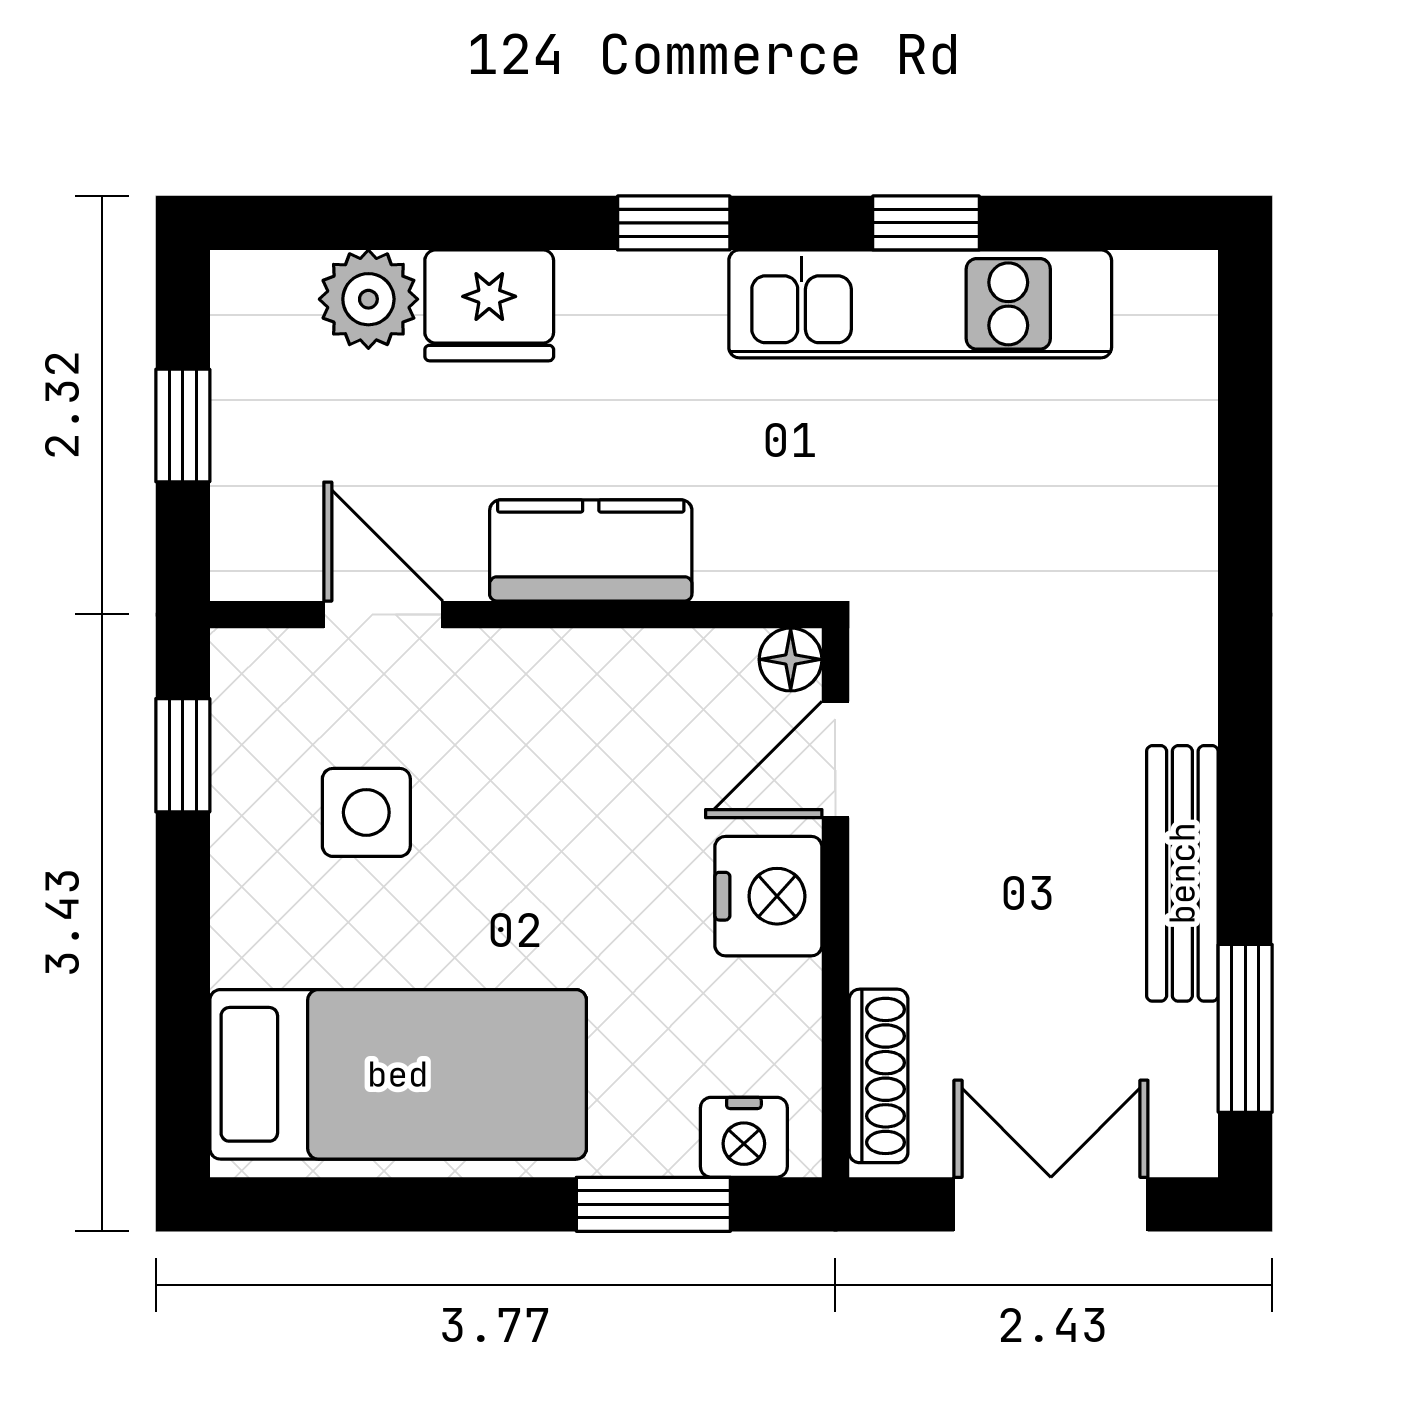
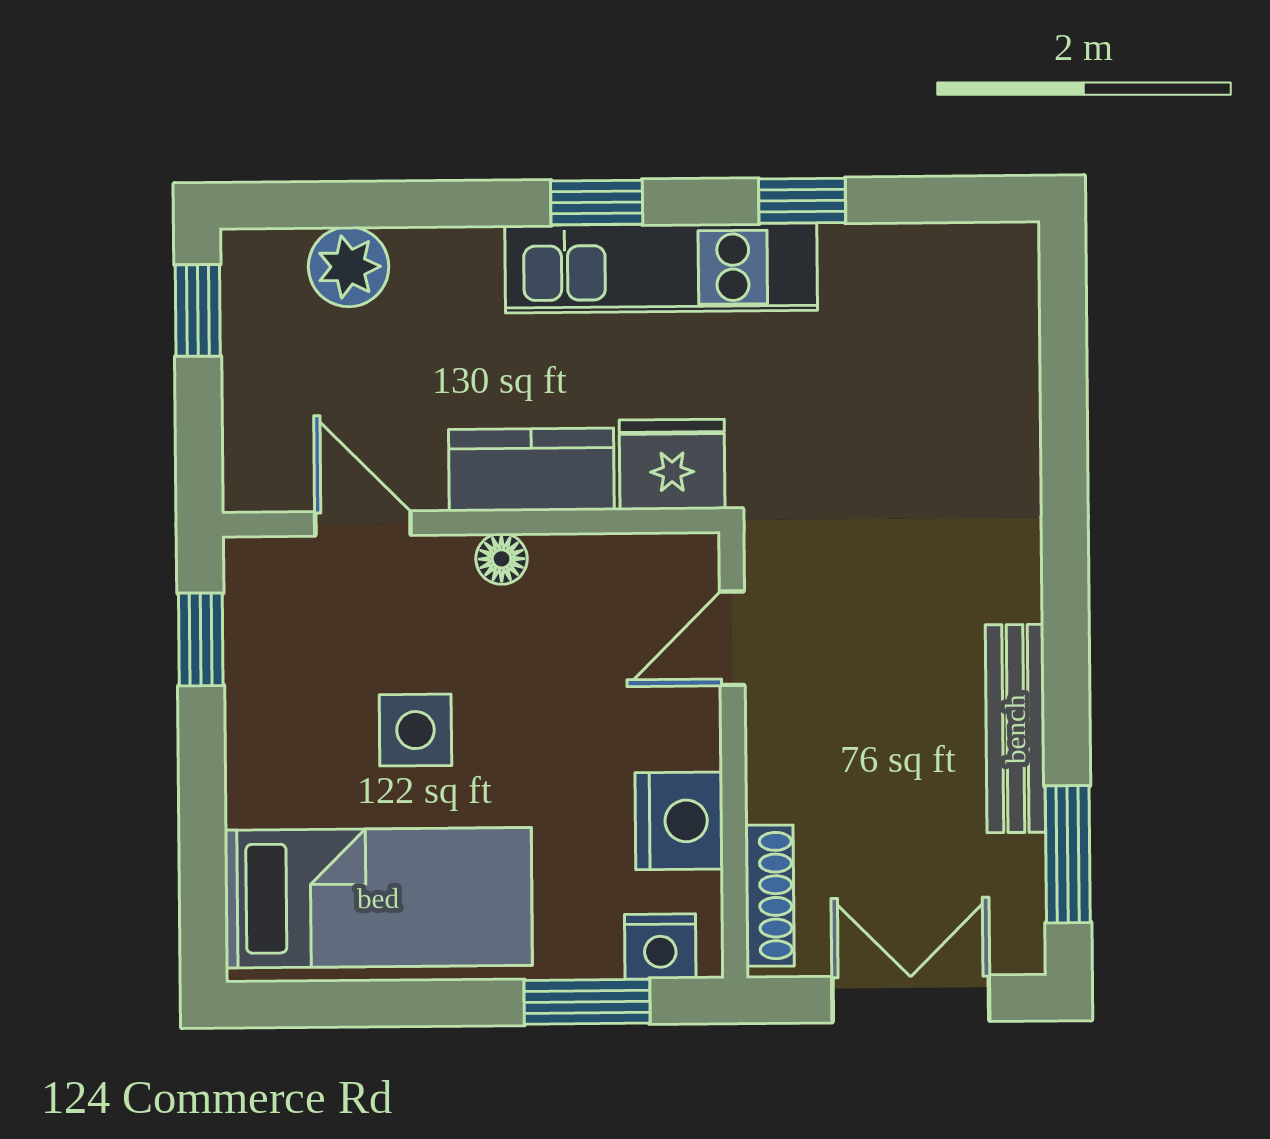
kitchen unit: (920, 304) -> (661, 268), moved
fridge: (489, 305) -> (672, 465), moved, turned 180
window: (183, 425) -> (198, 310), moved
floor lamp: (791, 659) -> (502, 559), moved
side table: (366, 812) -> (415, 730), moved
nightstand: (768, 896) -> (679, 821), moved

